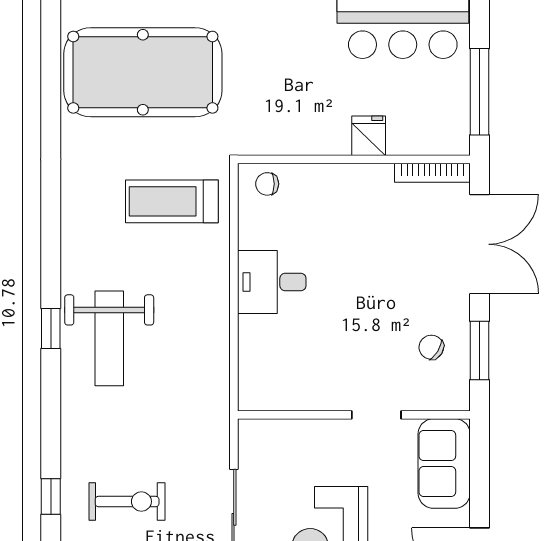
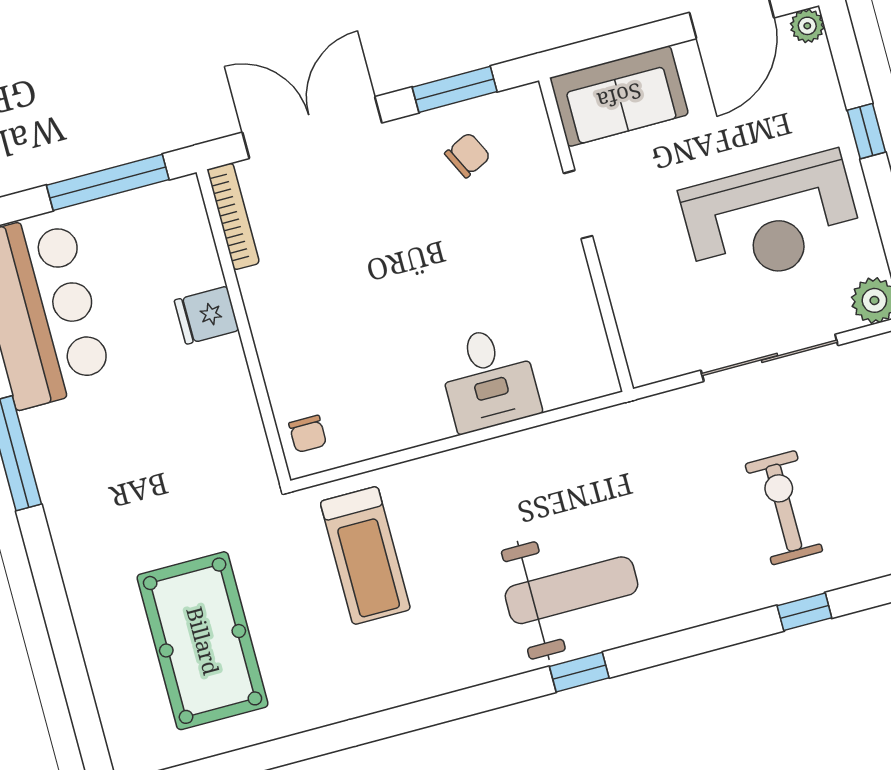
pool table: (143, 72) -> (203, 641), width x0.73, depth x0.76
desk: (272, 282) -> (489, 379), moved
chair: (431, 347) -> (468, 155), turned -148

